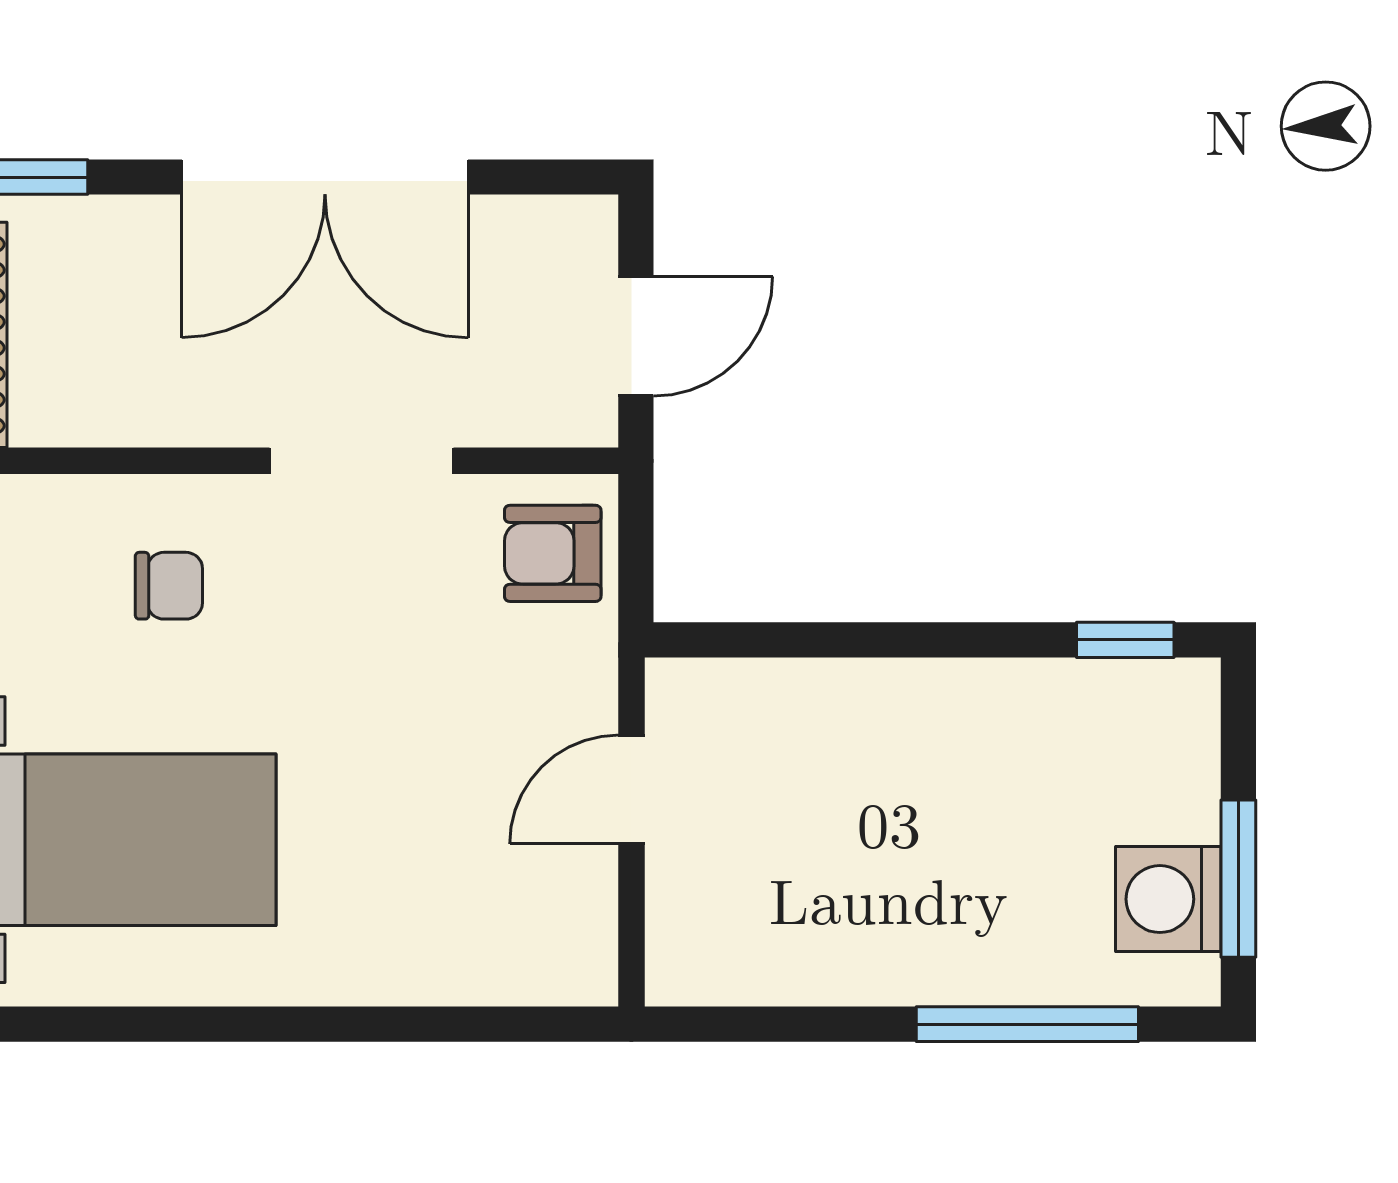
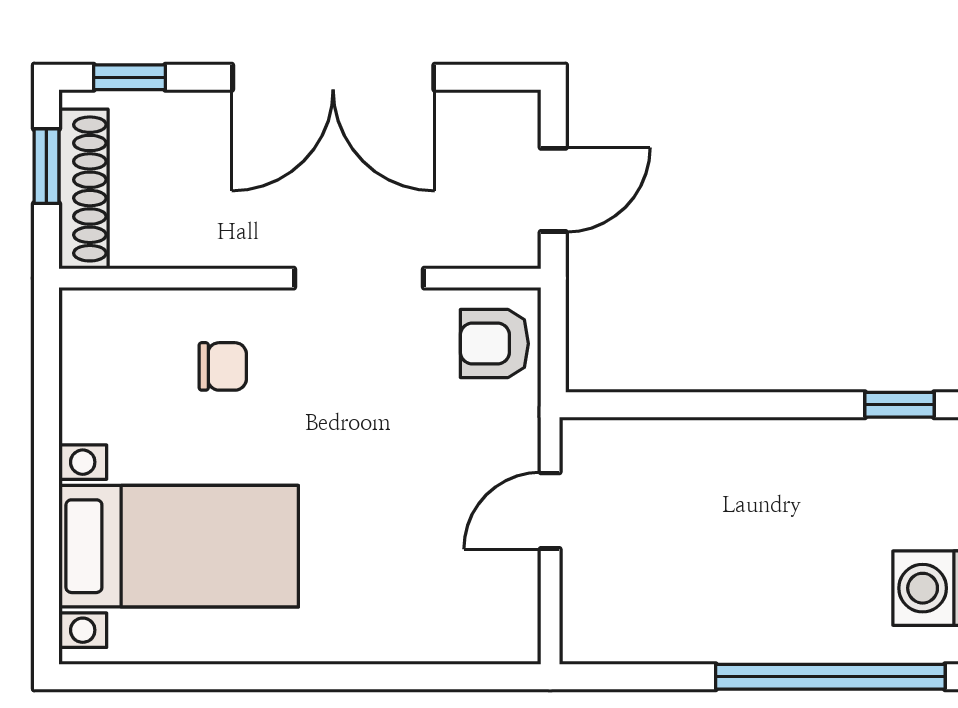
window: (1027, 1024) -> (830, 677), width x1.46

